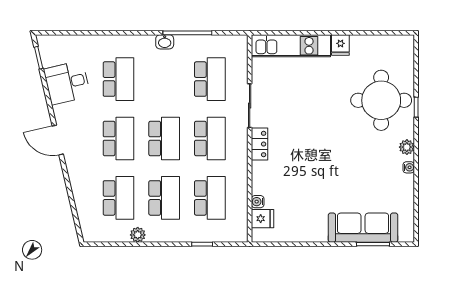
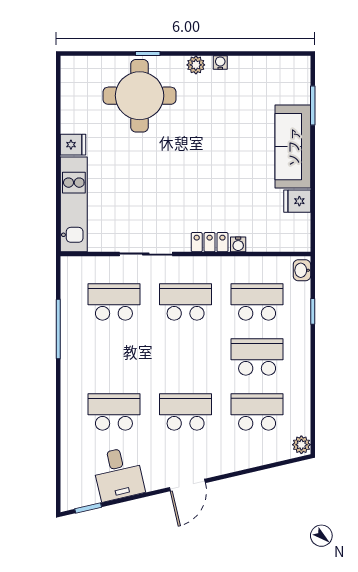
washbasin: (165, 42) -> (302, 270), moved, turned 180
school desk: (164, 139) -> (186, 357), removed
locker: (260, 144) -> (210, 242), moved
water cooler: (258, 202) -> (238, 244), moved
fridge: (262, 219) -> (297, 201), moved, turned -90
sofa: (363, 228) -> (293, 147), moved
plant: (138, 235) -> (301, 445), moved

